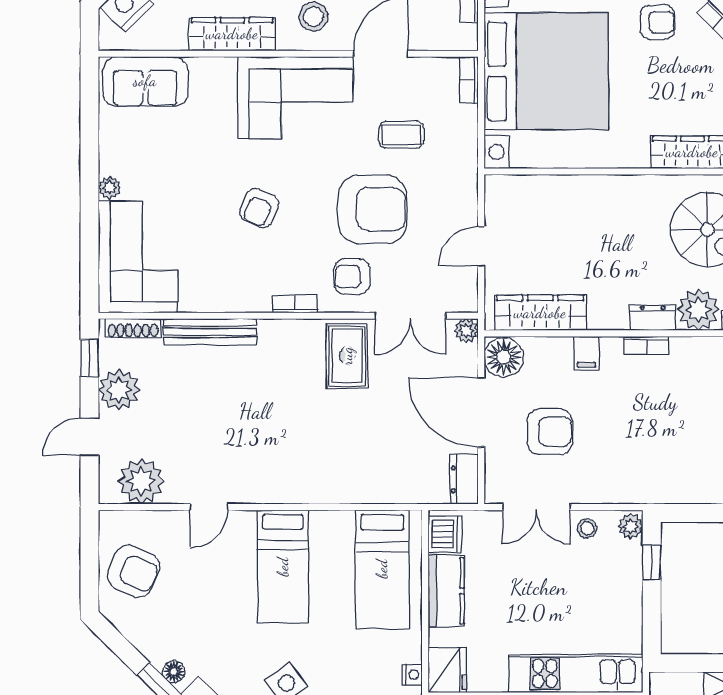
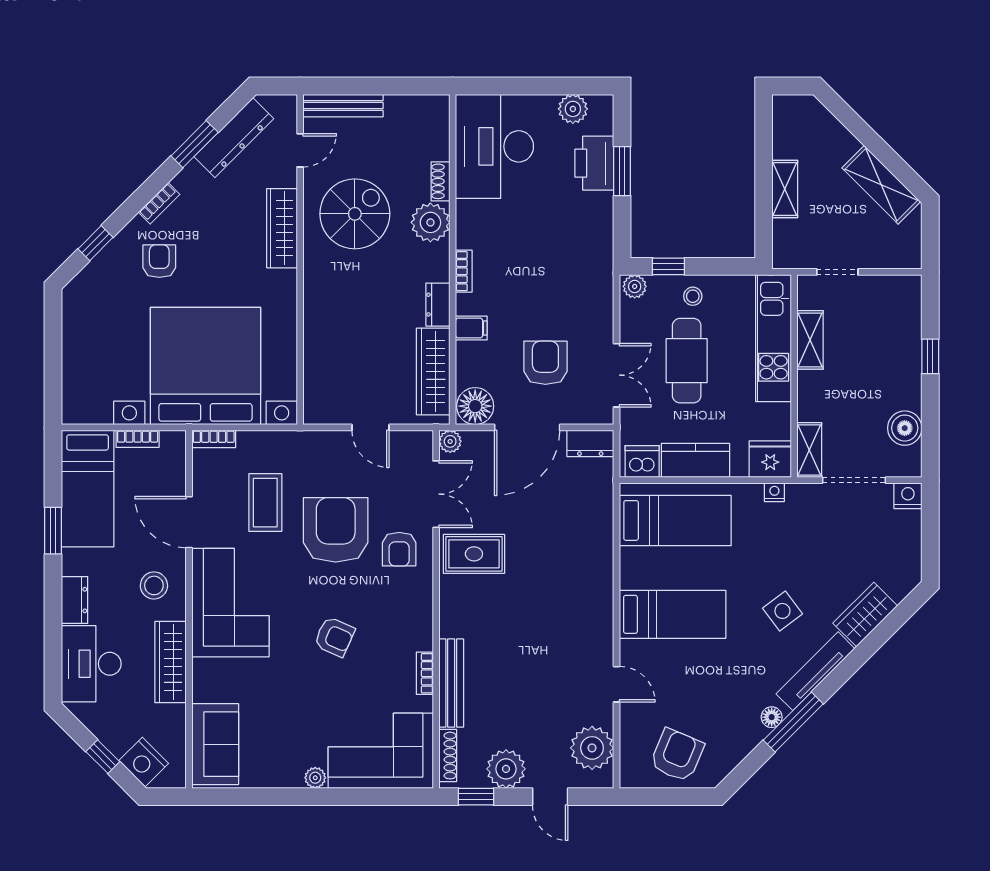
coffee table: (401, 135) -> (265, 503), width x1.36, depth x1.30
bookcase: (295, 304) -> (425, 673), moved
dresser: (653, 318) -> (438, 305), moved
stool: (587, 528) -> (693, 296), moved
cafe table: (552, 582) -> (687, 361), added

